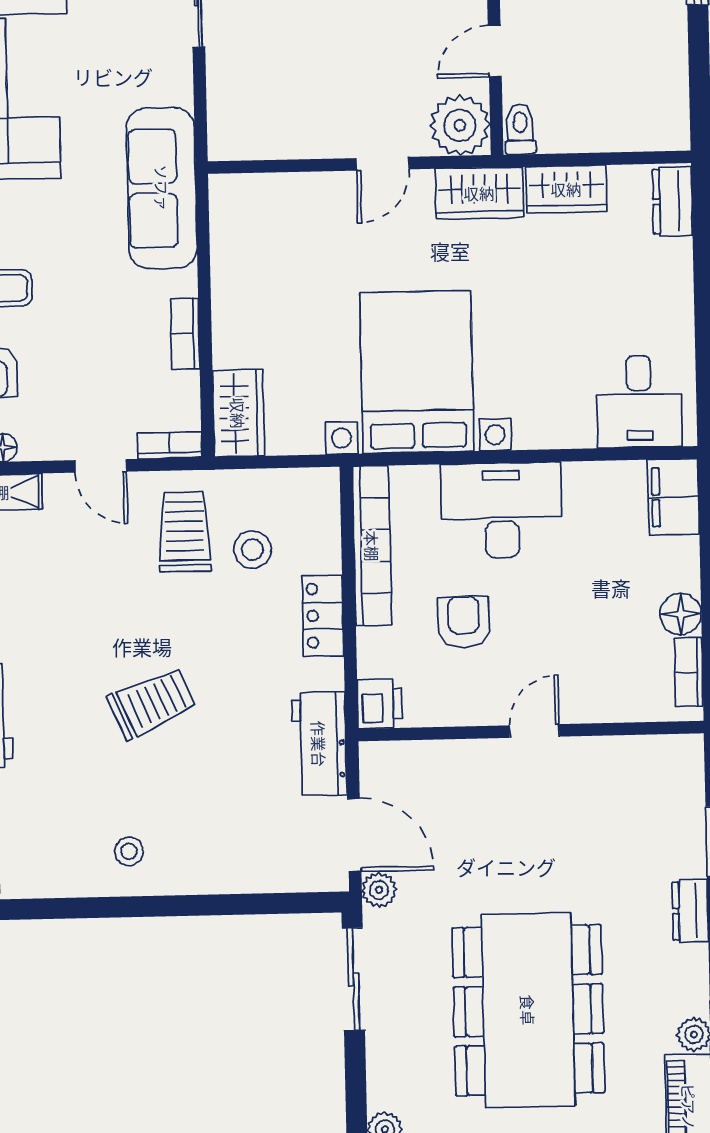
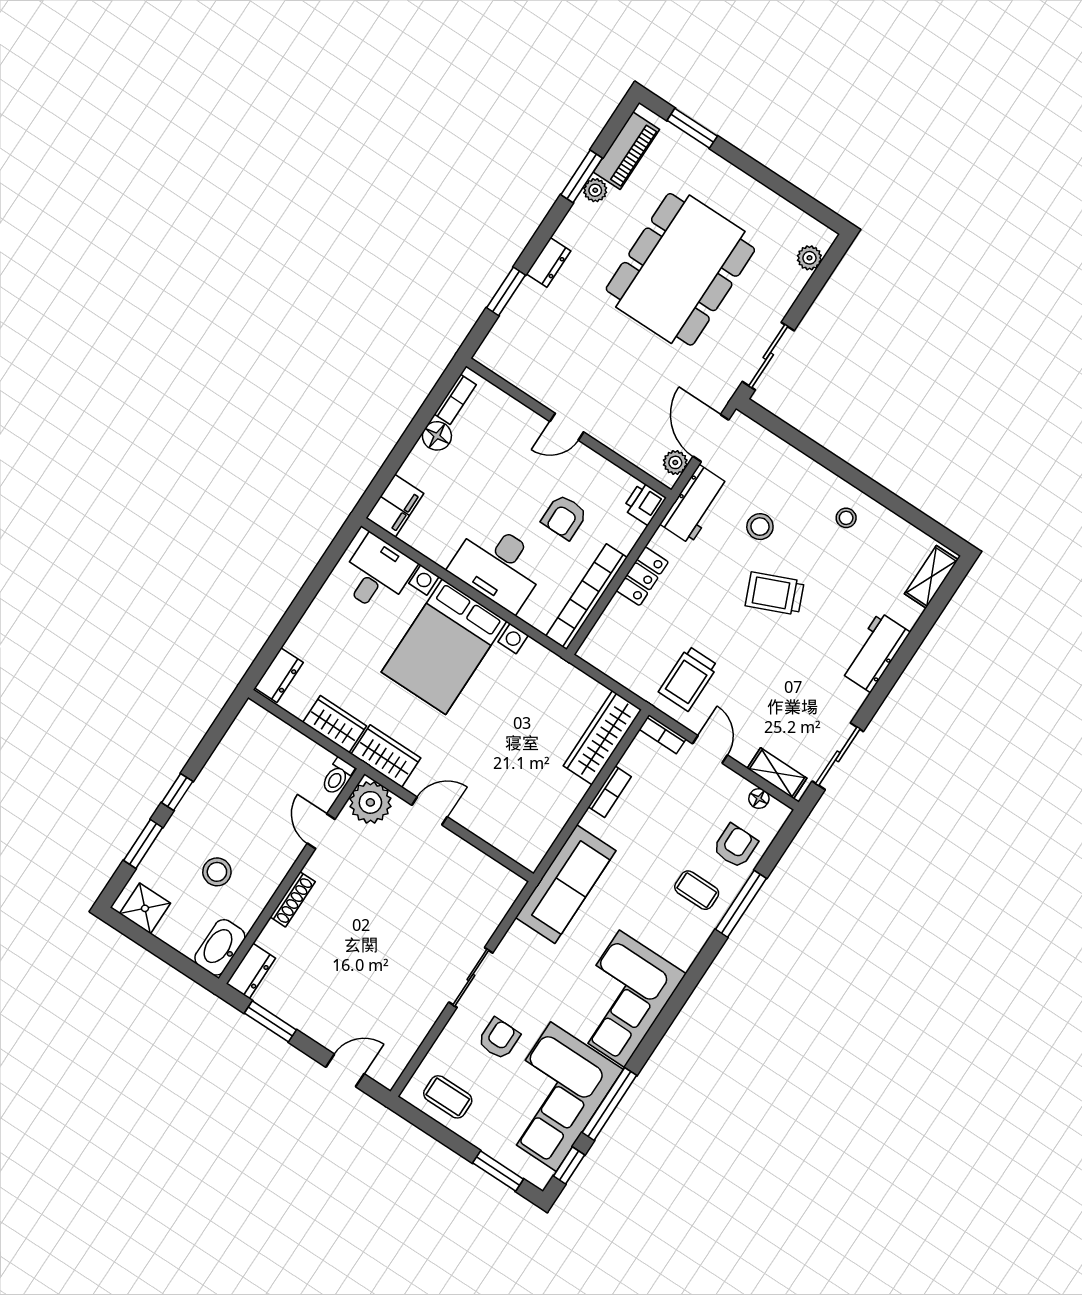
door: (495, 51) -> (321, 831), swing flipped
bed with nightstands: (417, 372) -> (444, 647), moved
wardrobe: (238, 413) -> (602, 738), width x1.50
stool: (252, 550) -> (760, 527), moved
plant: (379, 890) -> (675, 462), moved

